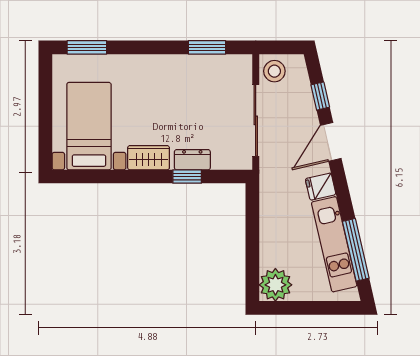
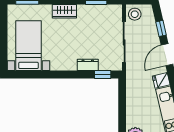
wardrobe: (149, 158) -> (64, 11), moved, turned 180
window: (187, 176) -> (103, 75), moved

